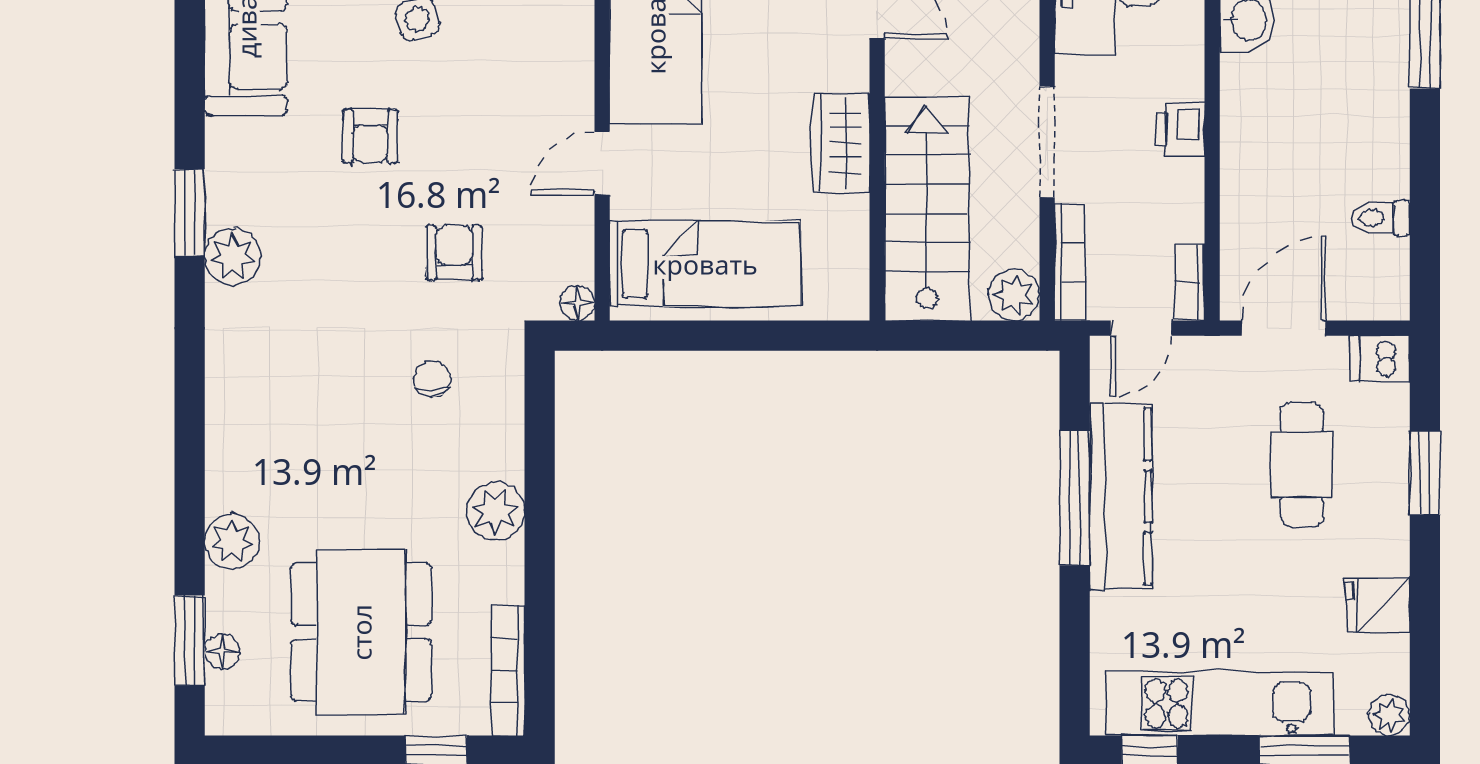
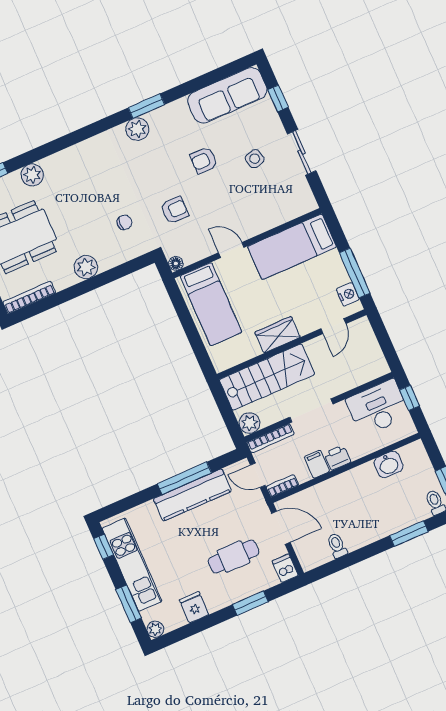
filing cabinet: (1175, 182) -> (317, 464), added

